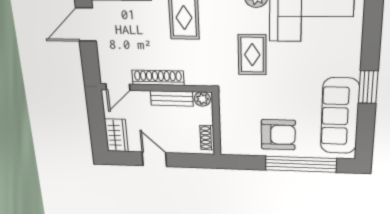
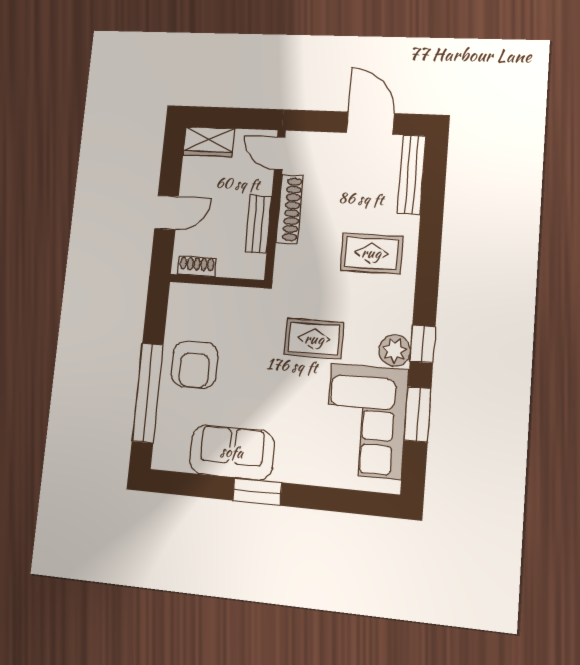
plant: (202, 99) -> (255, 266), removed
sofa: (340, 116) -> (232, 452), width x0.73
door: (154, 159) -> (167, 213), moved

